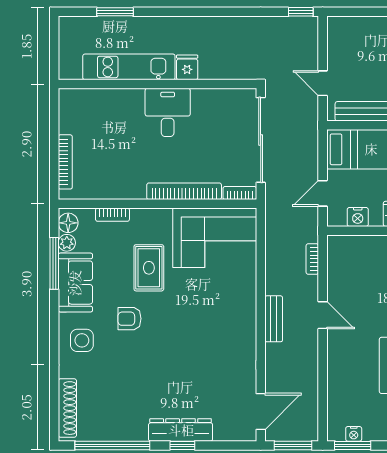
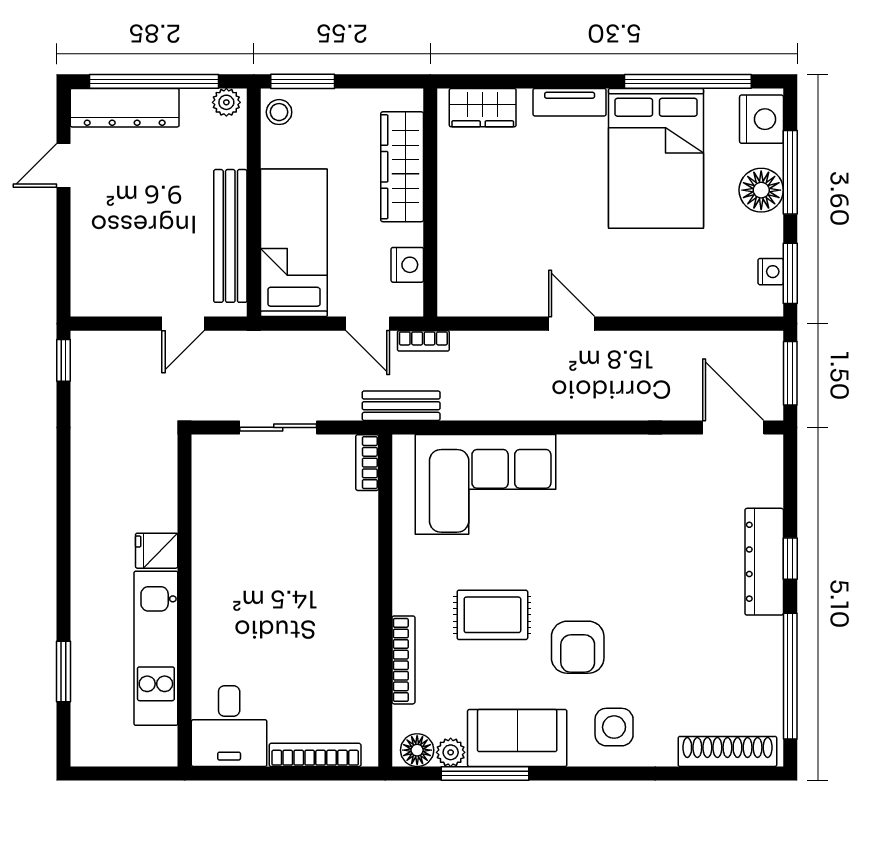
desk: (168, 112) -> (229, 726), moved, turned -90
sliding door: (261, 140) -> (278, 427), width x0.54
bookcase: (184, 191) -> (364, 556), removed
bookcase: (112, 215) -> (403, 660), width x1.56
corner sofa: (215, 238) -> (486, 484), moved, turned 90
bookcase: (312, 259) -> (423, 341), moved
door: (323, 315) -> (572, 324), hinge flipped
armchair: (130, 319) -> (578, 647), width x1.38, depth x1.38
bench: (274, 319) -> (401, 406), moved

